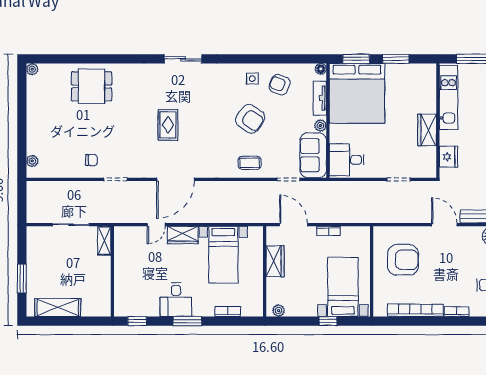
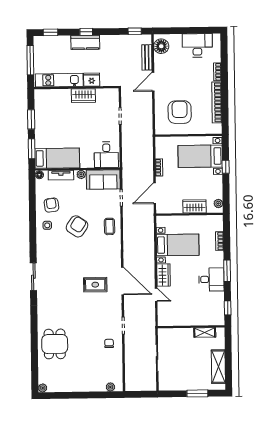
armchair: (280, 85) -> (51, 205), turned 152
bed: (357, 93) -> (57, 158), width x0.49
rug: (168, 125) -> (95, 285), moved
fridge: (449, 157) -> (92, 80), moved
shelving: (104, 241) -> (205, 332), moved
wardrobe: (275, 261) -> (195, 206), moved

